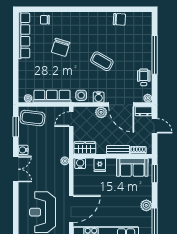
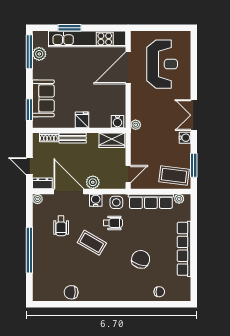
row of seats: (24, 35) -> (184, 249), moved
wheelchair: (144, 77) -> (61, 226), moved
wheelchair: (84, 78) -> (113, 223), added
fridge: (100, 165) -> (82, 120), moved
sofa: (132, 167) -> (43, 98), moved, turned 90
plant: (146, 205) -> (39, 54), moved

